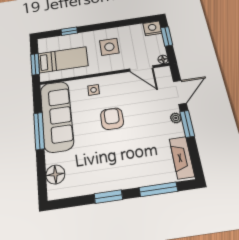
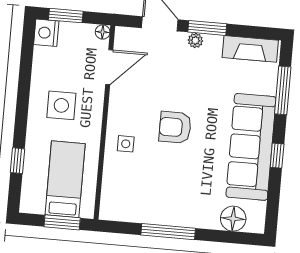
sofa: (57, 116) -> (251, 147), moved, turned -90
window: (108, 197) -> (277, 156), width x0.67

